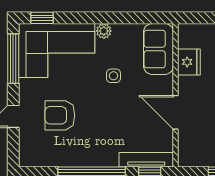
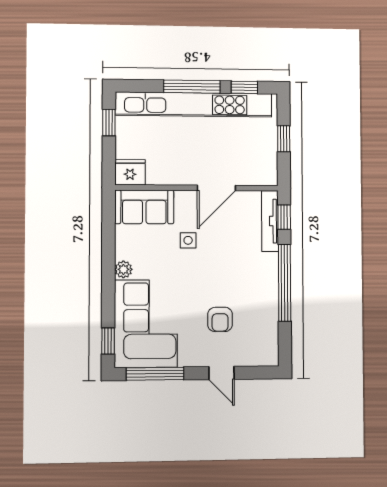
fridge: (189, 62) -> (130, 172), moved
side table: (113, 76) -> (188, 240), moved
armchair: (60, 115) -> (220, 319), width x0.72, depth x0.72

